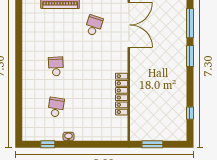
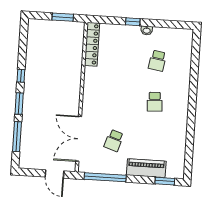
locker: (122, 94) -> (92, 44), moved
window: (190, 113) -> (21, 76), moved
window: (48, 144) -> (133, 22), moved

